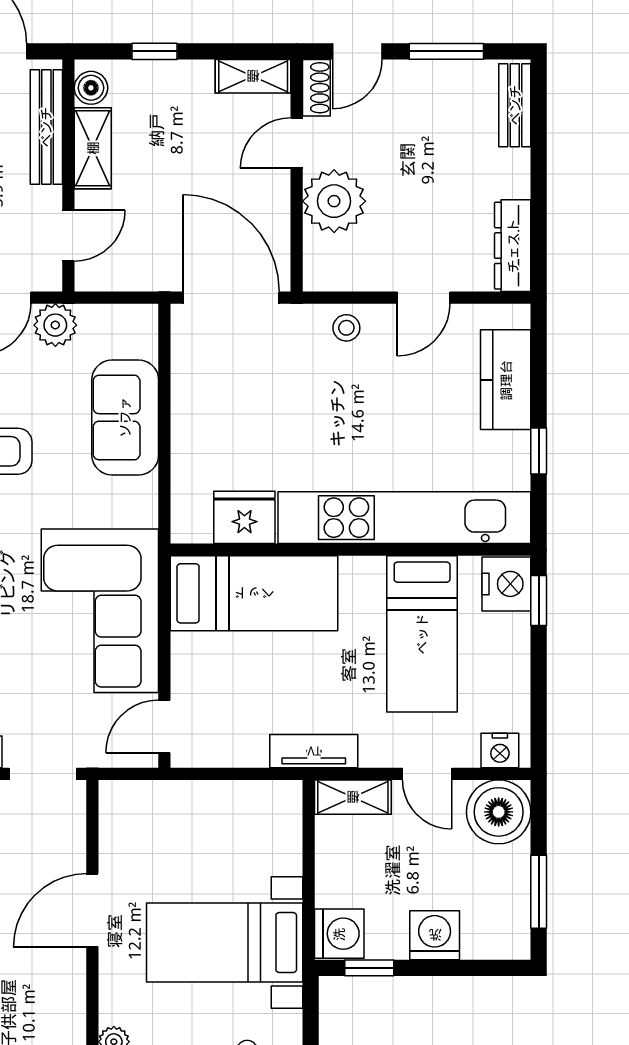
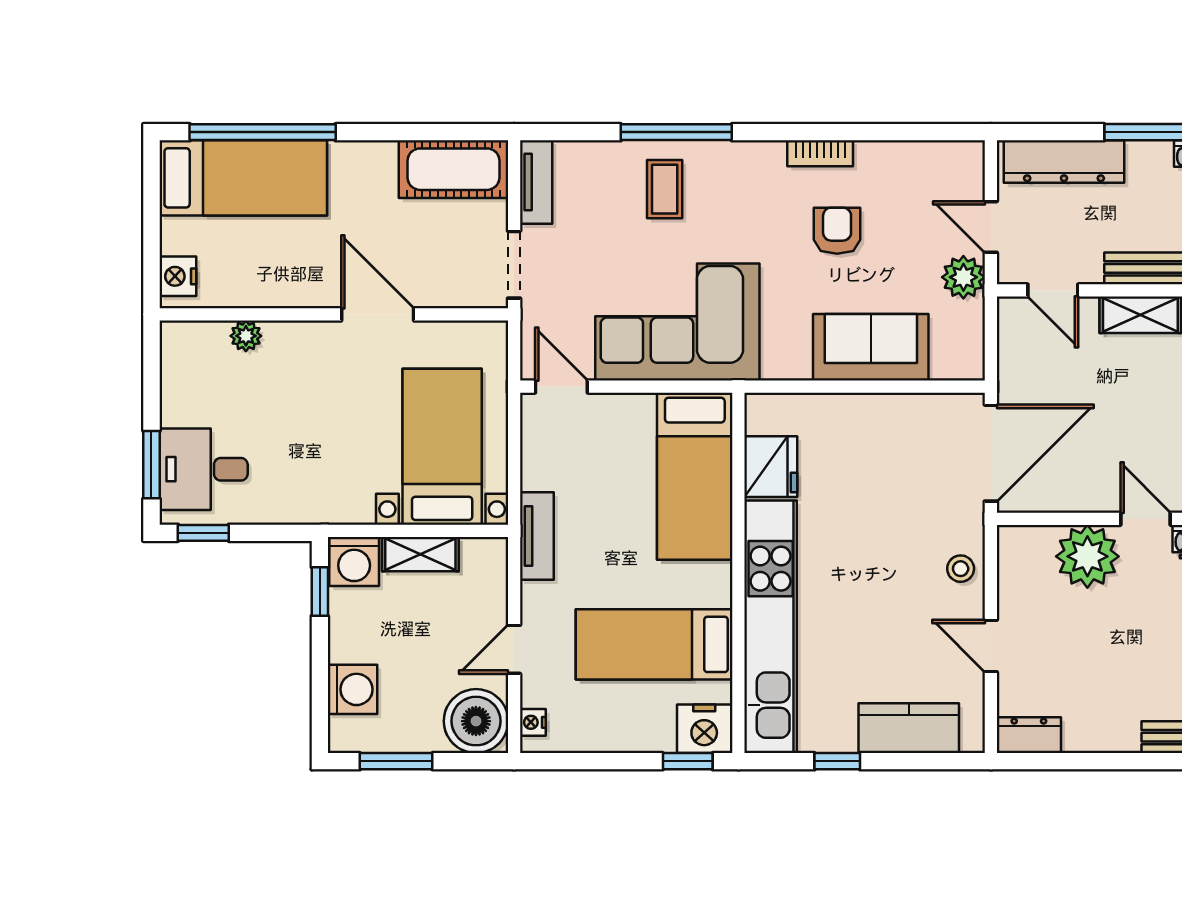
dresser: (513, 246) -> (1029, 735), width x0.70
nightstand: (500, 751) -> (533, 722), width x0.72, depth x0.74
shelving: (353, 797) -> (420, 554), moved, turned 90
washing machine: (435, 935) -> (353, 689), moved
bed with nightstands: (225, 943) -> (442, 447), moved

